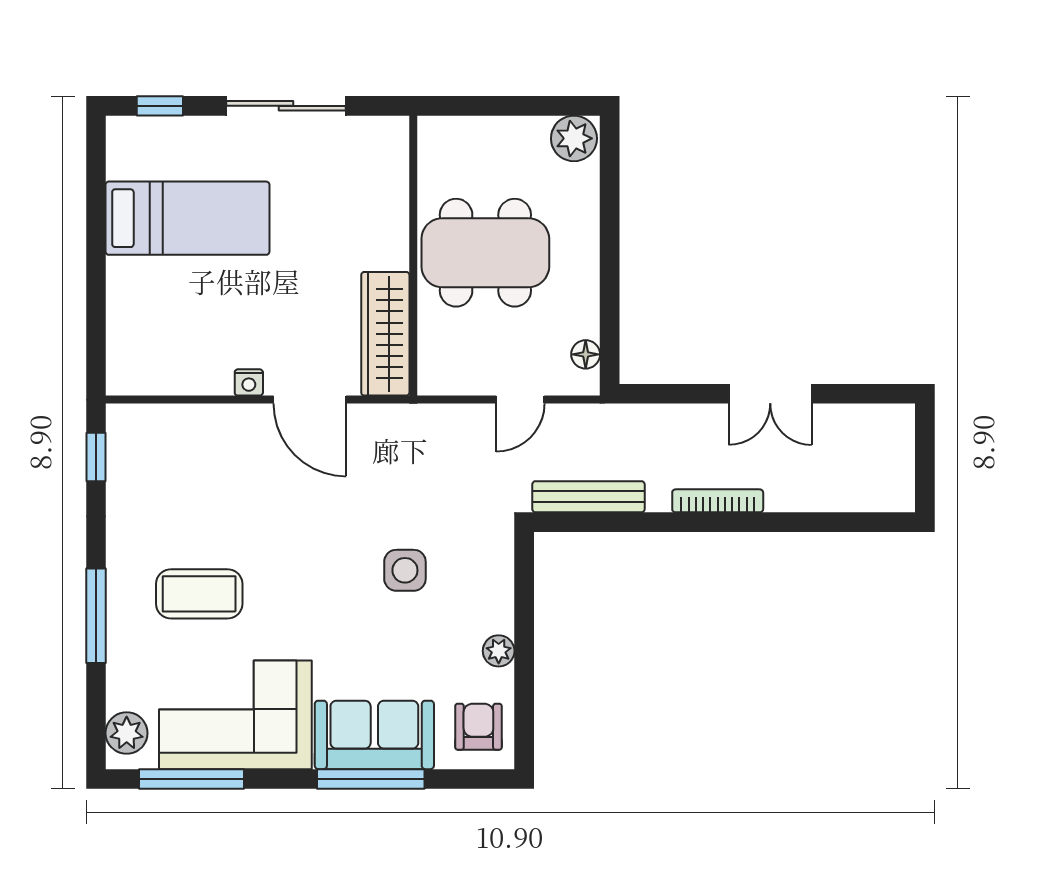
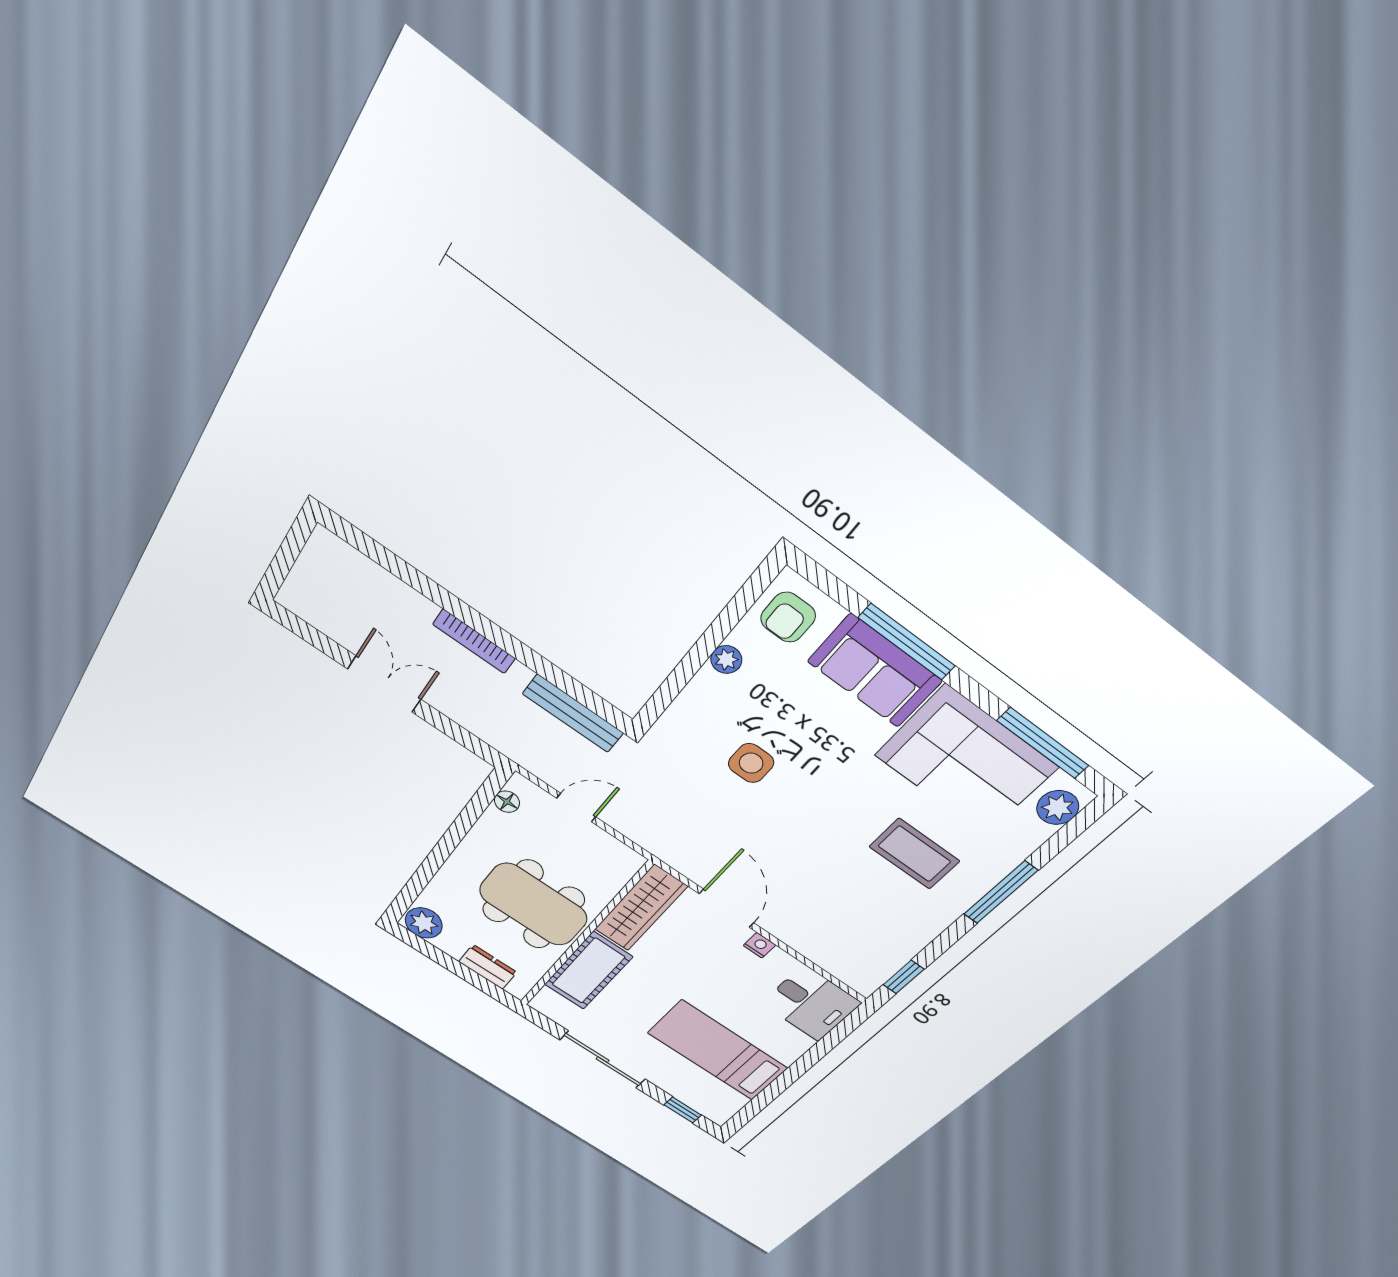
dresser: (478, 134) -> (488, 967), added
cot: (380, 214) -> (588, 971), added
desk: (150, 355) -> (811, 1003), added

